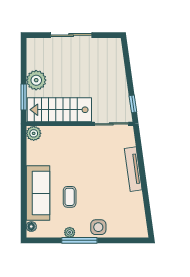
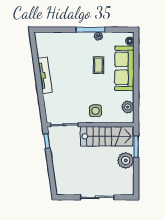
plant: (34, 133) -> (128, 107), moved
tv unit: (133, 169) -> (45, 75), moved
side table: (98, 227) -> (95, 111), moved

